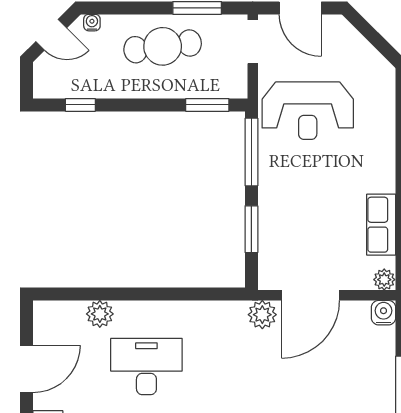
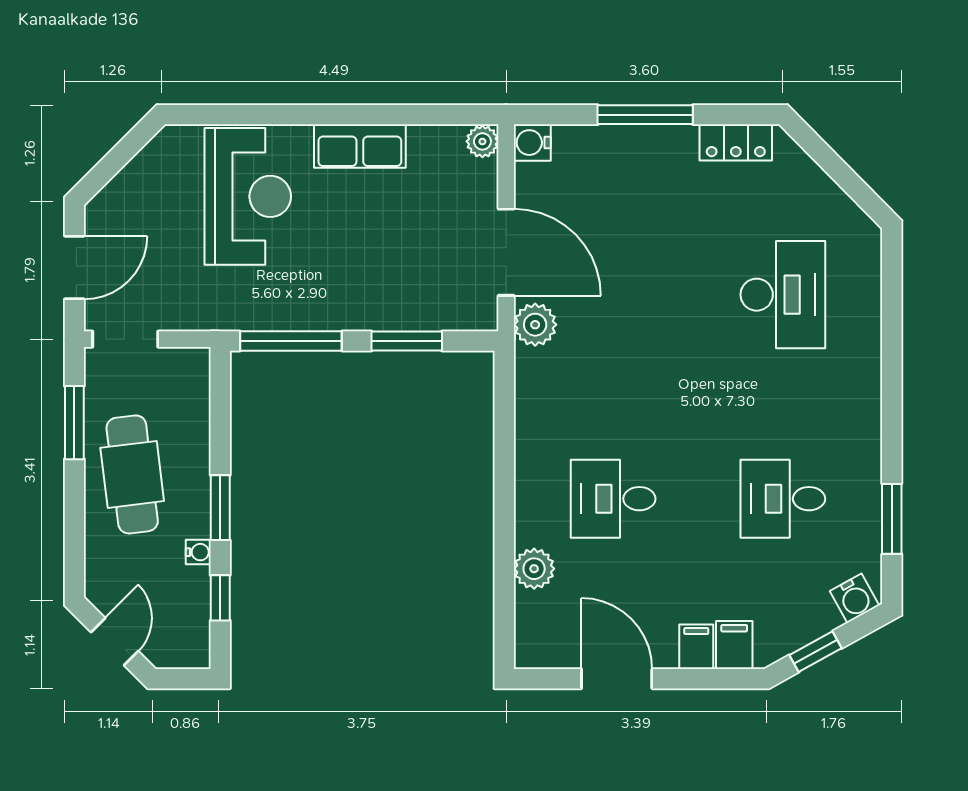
water cooler: (92, 23) -> (198, 552), moved, turned 180
window: (207, 105) -> (220, 508), moved
reception desk: (308, 111) -> (248, 196), moved
row of seats: (381, 225) -> (360, 146), moved
desk: (146, 367) -> (613, 499), width x0.73

